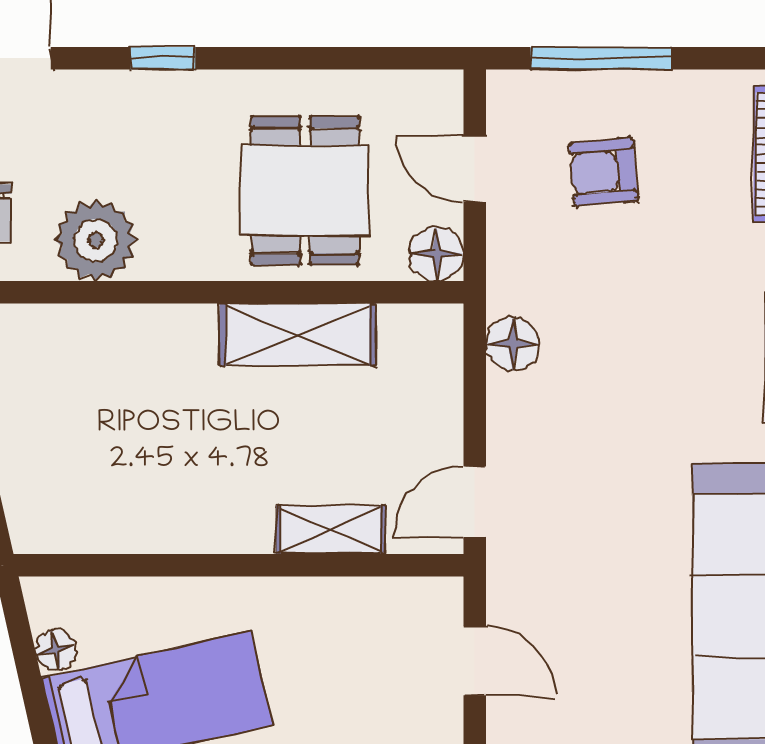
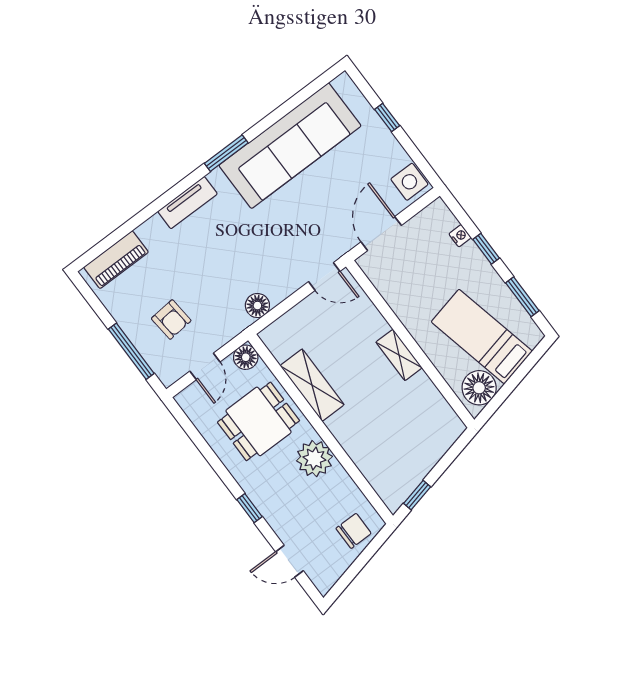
plant: (96, 240) -> (314, 459), moved
shelving: (331, 530) -> (399, 355), moved
floor lamp: (56, 650) -> (479, 388), width x1.89, depth x1.89
door: (475, 661) -> (381, 234), width x1.37

